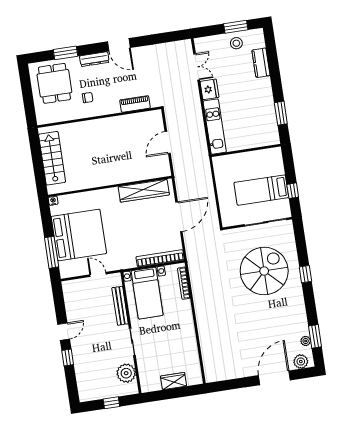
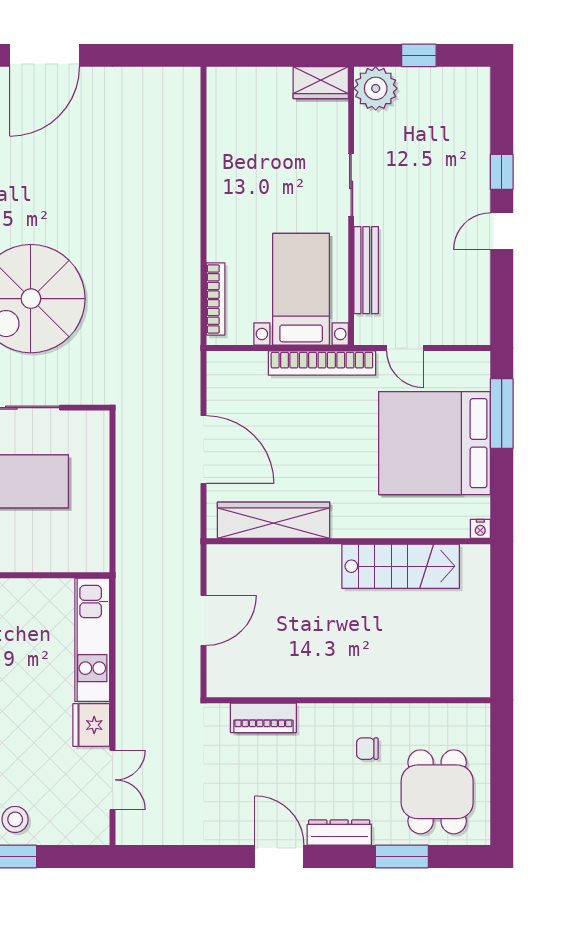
double door: (197, 67) -> (113, 780), swing flipped
stairs: (52, 158) -> (401, 566), moved, turned -90
door: (179, 217) -> (203, 450), swing flipped
bookcase: (160, 258) -> (322, 363), moved
plant: (126, 373) -> (376, 88), moved
wardrobe: (174, 381) -> (321, 83), moved

